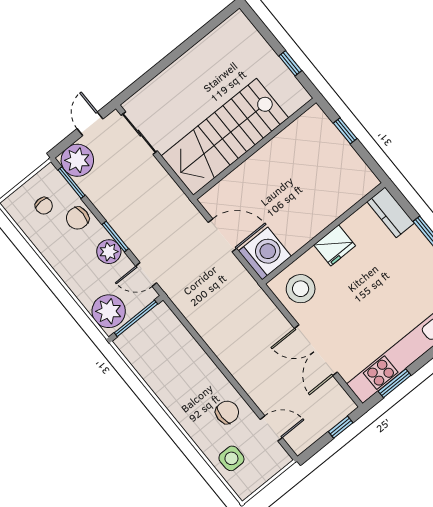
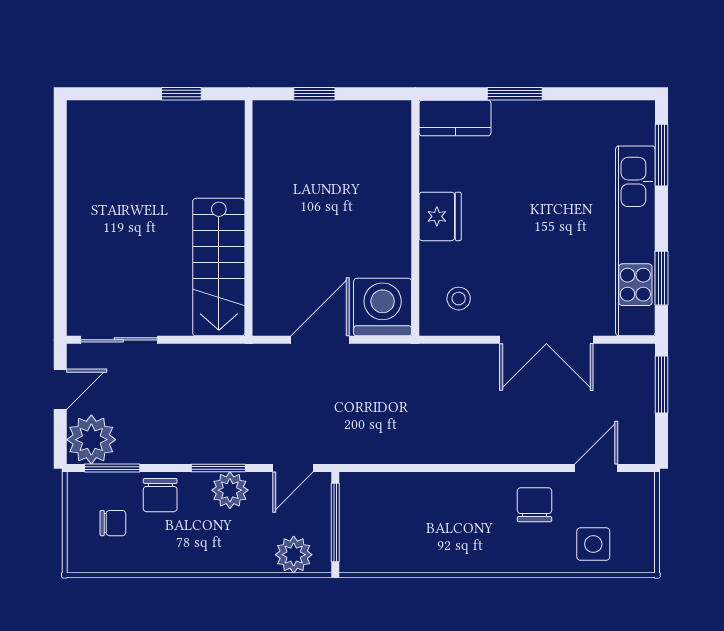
door: (90, 124) -> (60, 389), swing flipped
stairs: (225, 137) -> (219, 267), width x0.73, depth x0.66
stool: (301, 289) -> (459, 299), width x0.53, depth x0.53
plant: (109, 311) -> (294, 555), width x0.73, depth x0.73
window: (341, 427) -> (661, 384), width x1.50

